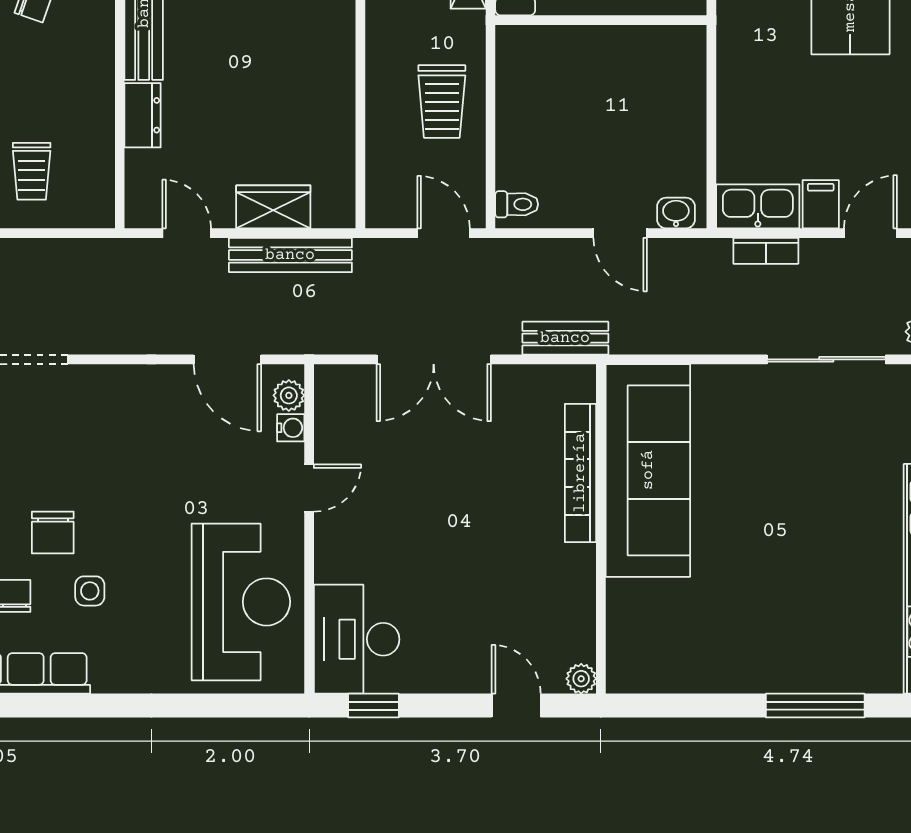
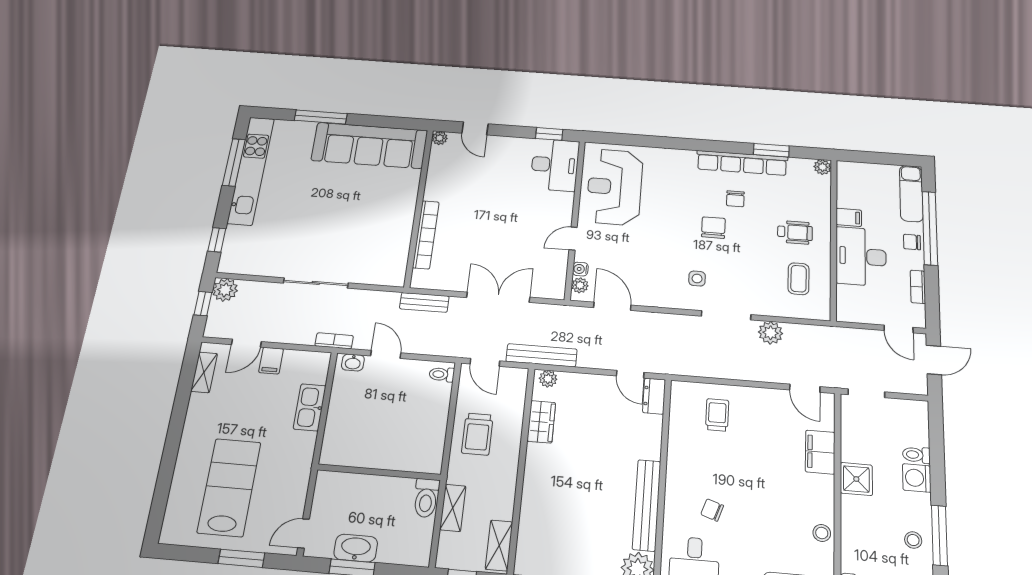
trolley: (442, 101) -> (477, 434), turned 180
dresser: (143, 115) -> (654, 396), moved
kitchen sink: (758, 206) -> (310, 407), moved, turned 90
wardrobe: (273, 207) -> (541, 422), moved, turned -90
plant: (330, 212) -> (548, 379), added
bookcase: (766, 251) -> (334, 341), moved
bench: (290, 255) -> (542, 355), moved
sliding door: (826, 359) -> (316, 283), moved
sofa: (648, 470) -> (370, 145), moved, turned -90
side table: (90, 591) -> (697, 279), moved

